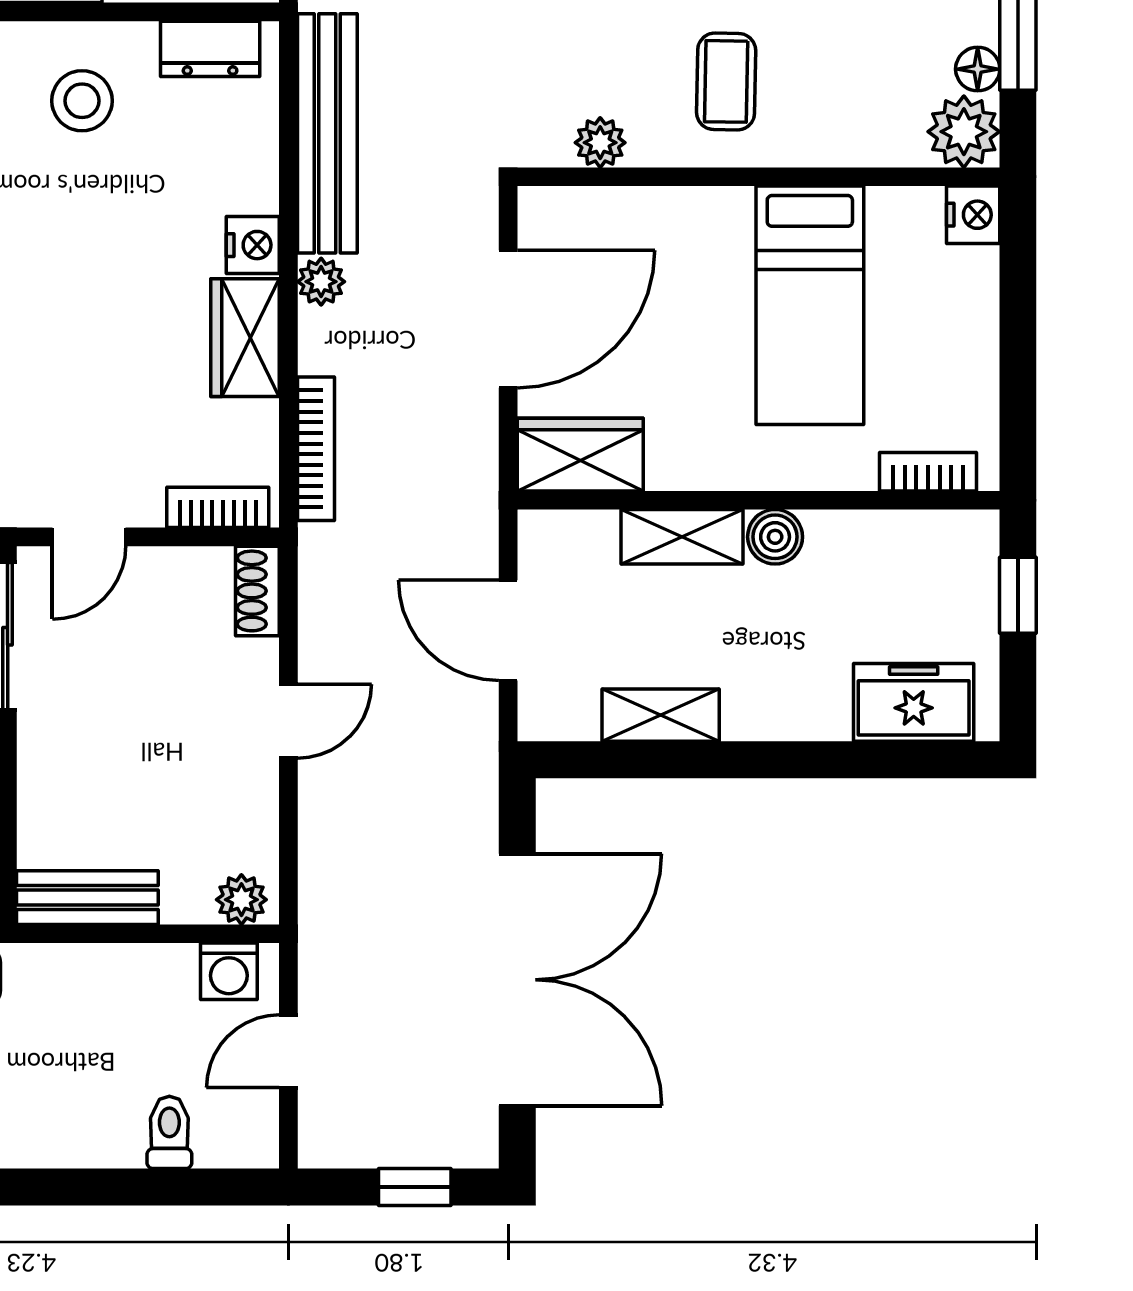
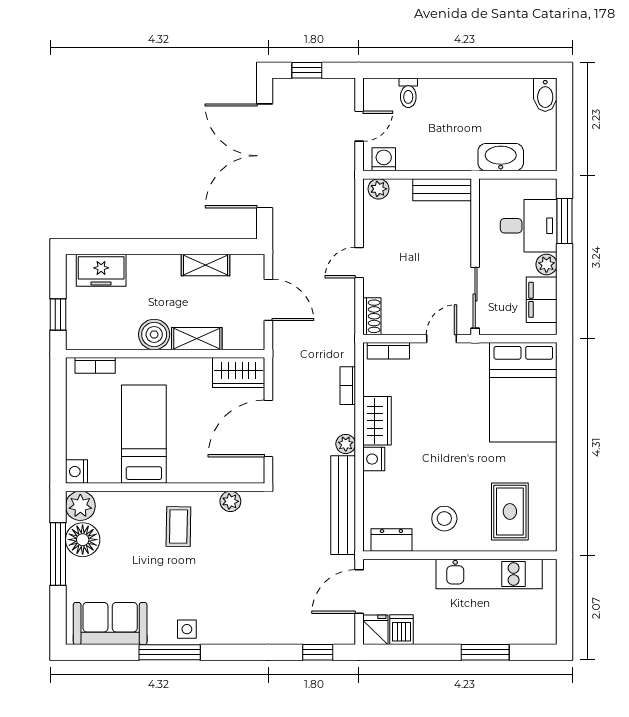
floor lamp: (978, 69) -> (83, 540), width x1.89, depth x1.89
bookcase: (316, 449) -> (348, 386), width x0.64
boiler: (775, 537) -> (154, 334), width x1.36, depth x1.36

